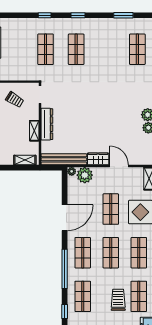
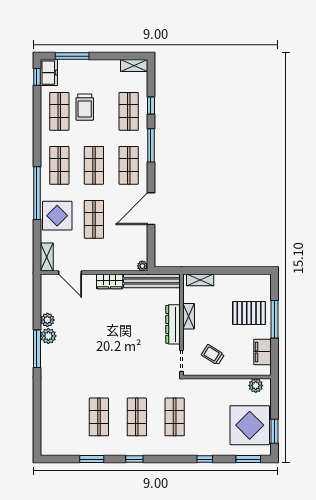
window: (45, 15) -> (205, 459), moved
window: (123, 15) -> (92, 459), moved
shop shelf: (137, 49) -> (99, 417), moved
door: (119, 166) -> (70, 272), moved
plant: (85, 175) -> (126, 261), removed
window: (65, 269) -> (151, 145), width x0.68
window: (65, 311) -> (151, 106), moved

